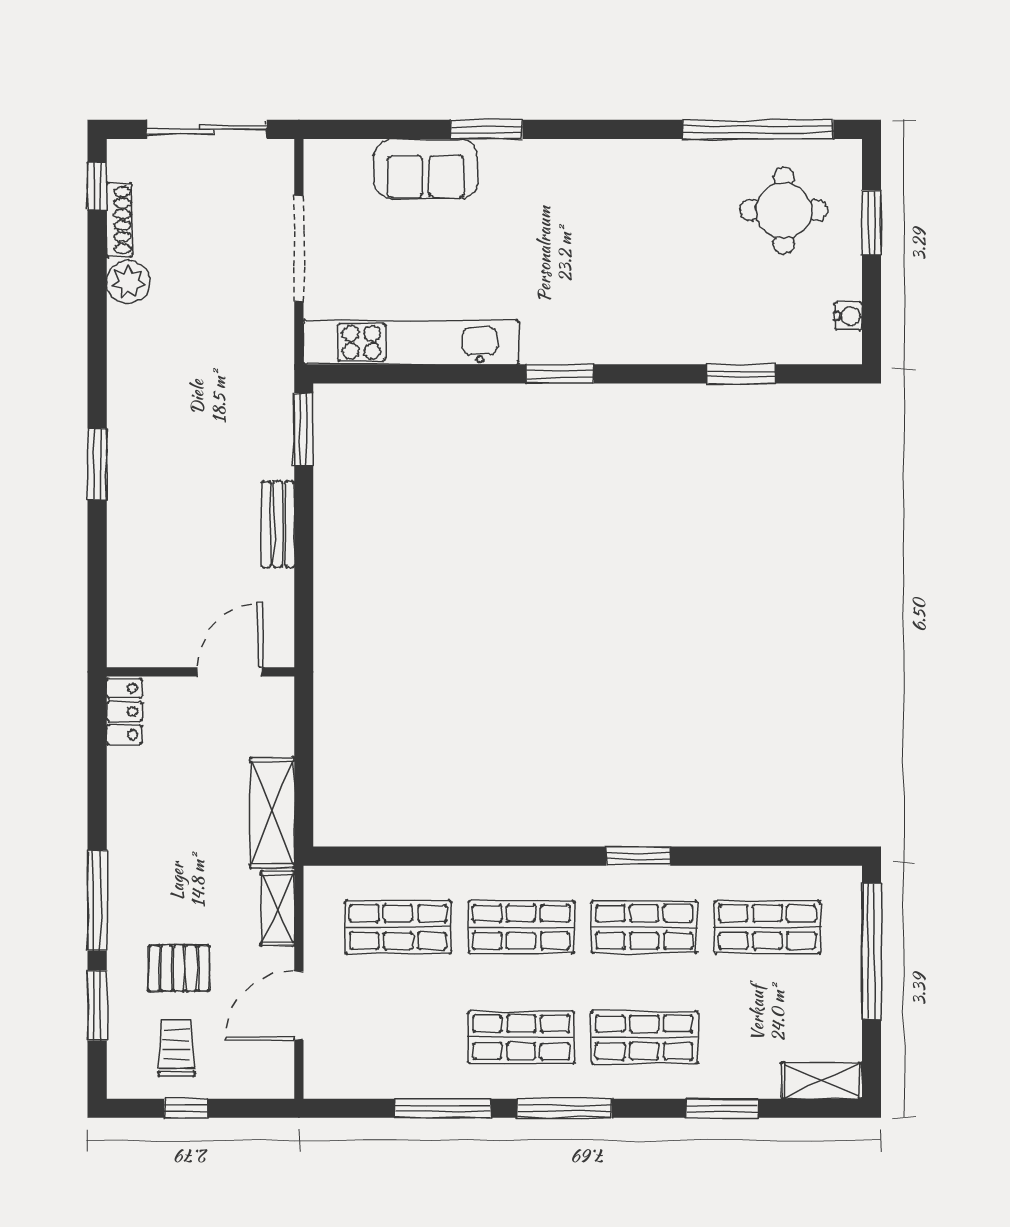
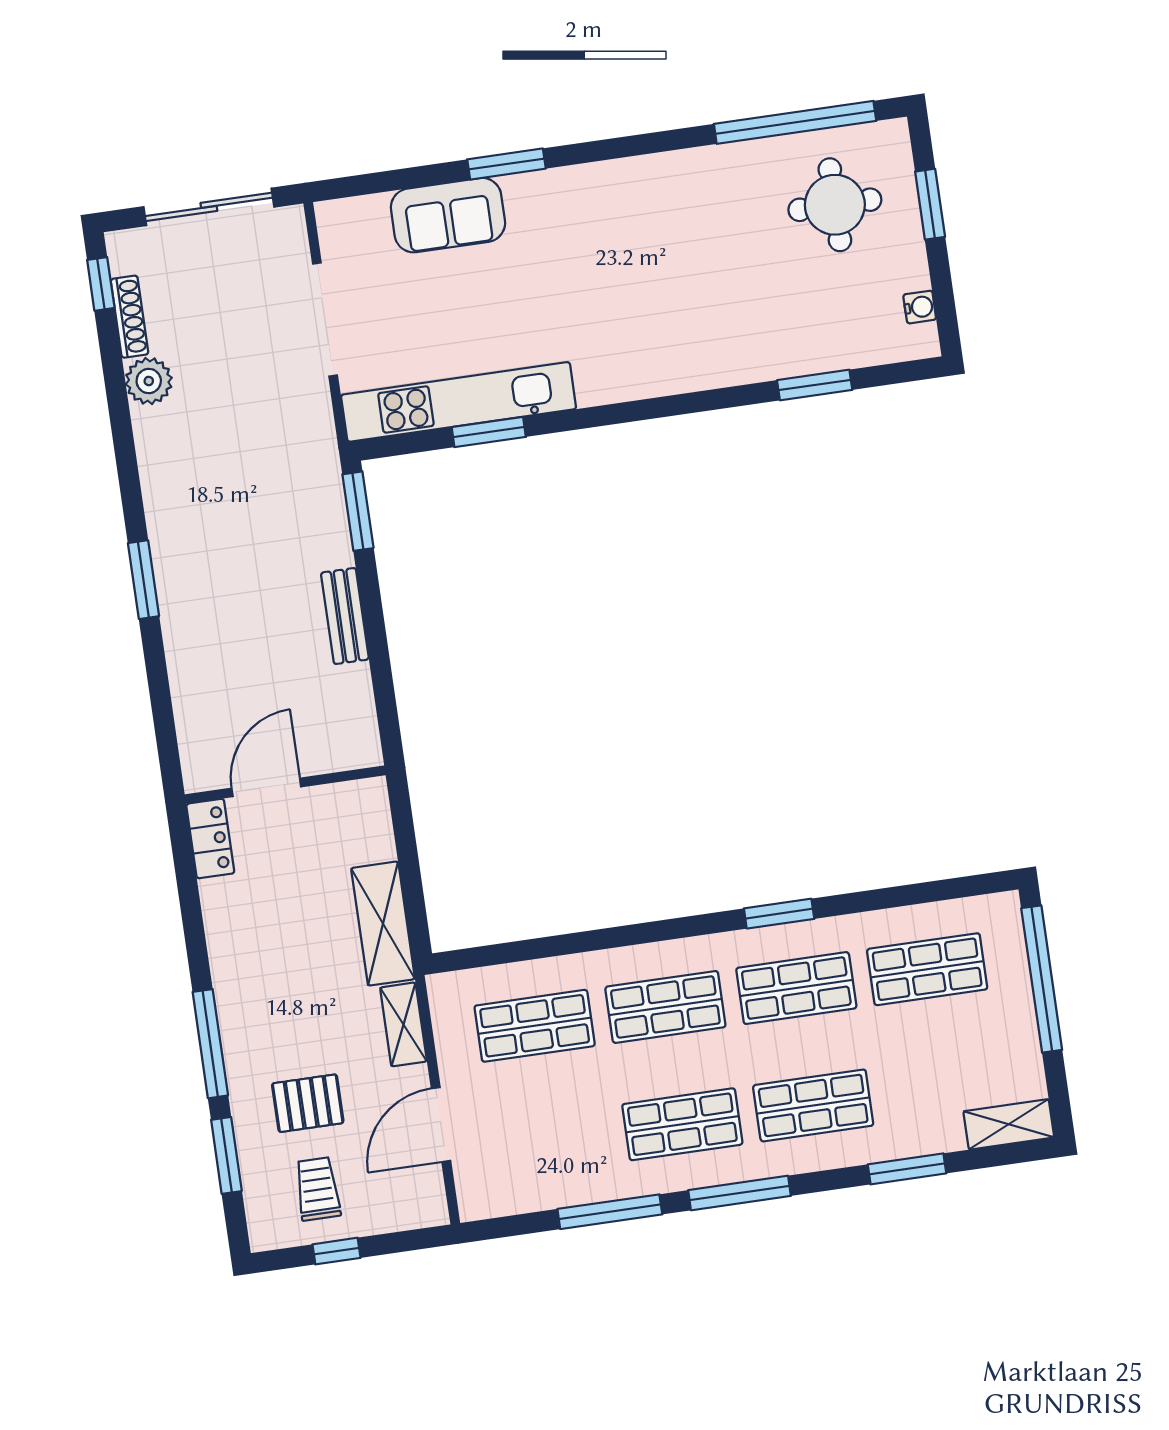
window: (560, 374) -> (489, 432), moved
door: (230, 672) -> (266, 787), moved

